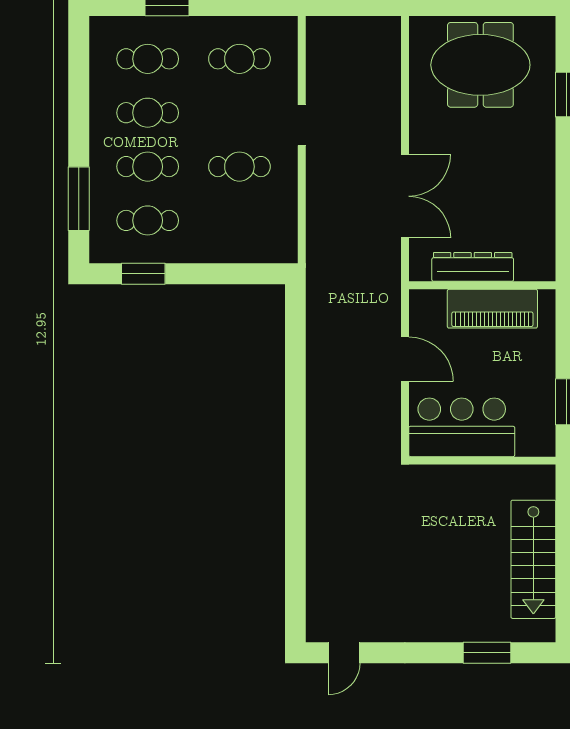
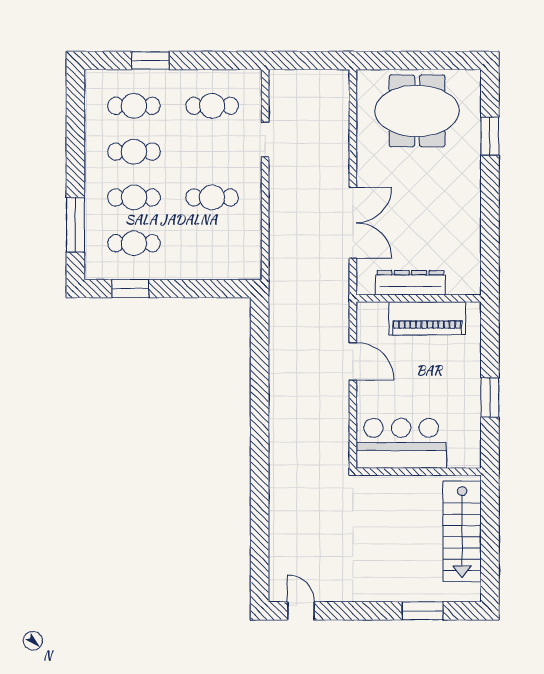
doorway: (302, 125) -> (265, 140), moved
bar counter: (462, 427) -> (401, 443), moved
wall: (482, 461) -> (419, 472), moved
door: (344, 653) -> (301, 611), swing flipped

